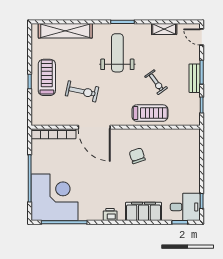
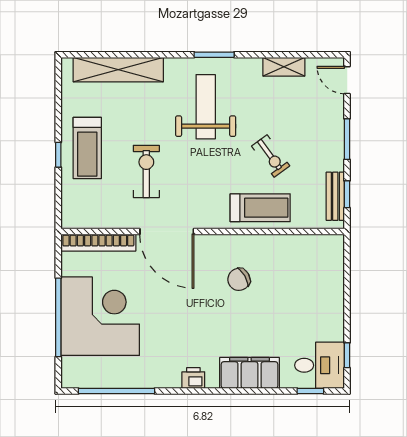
treadmill: (47, 77) -> (87, 148), turned 180
bench: (195, 78) -> (335, 196), moved
exercise bike: (82, 91) -> (146, 171), turned -102
chair: (137, 156) -> (239, 279), turned -102
corner desk: (54, 197) -> (100, 316), moved

